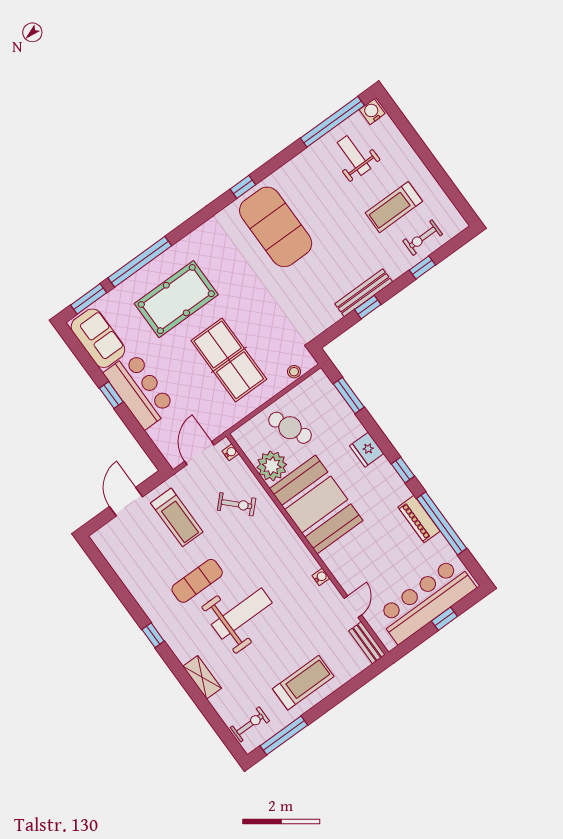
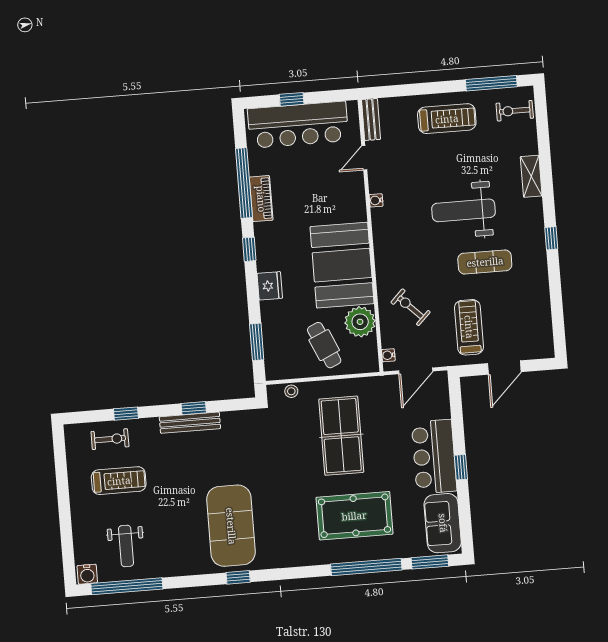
treadmill: (303, 683) -> (447, 119), turned 180

